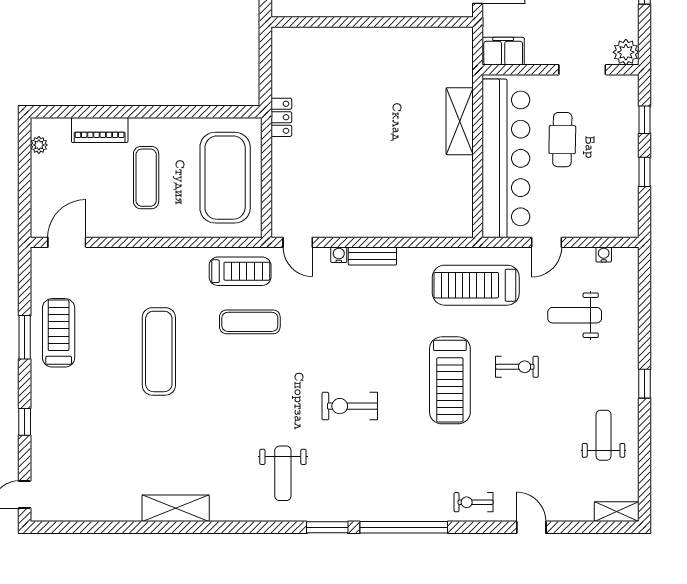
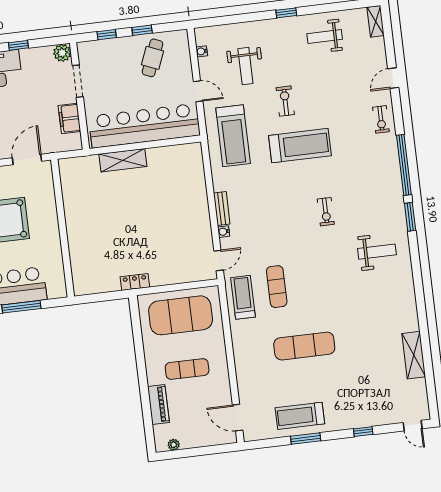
filing cabinet: (503, 51) -> (69, 118), moved
cafe table: (562, 140) -> (152, 58), moved, turned -69
exercise bike: (350, 406) -> (326, 212), width x0.73, depth x0.72
shelving: (176, 508) -> (414, 355), moved

